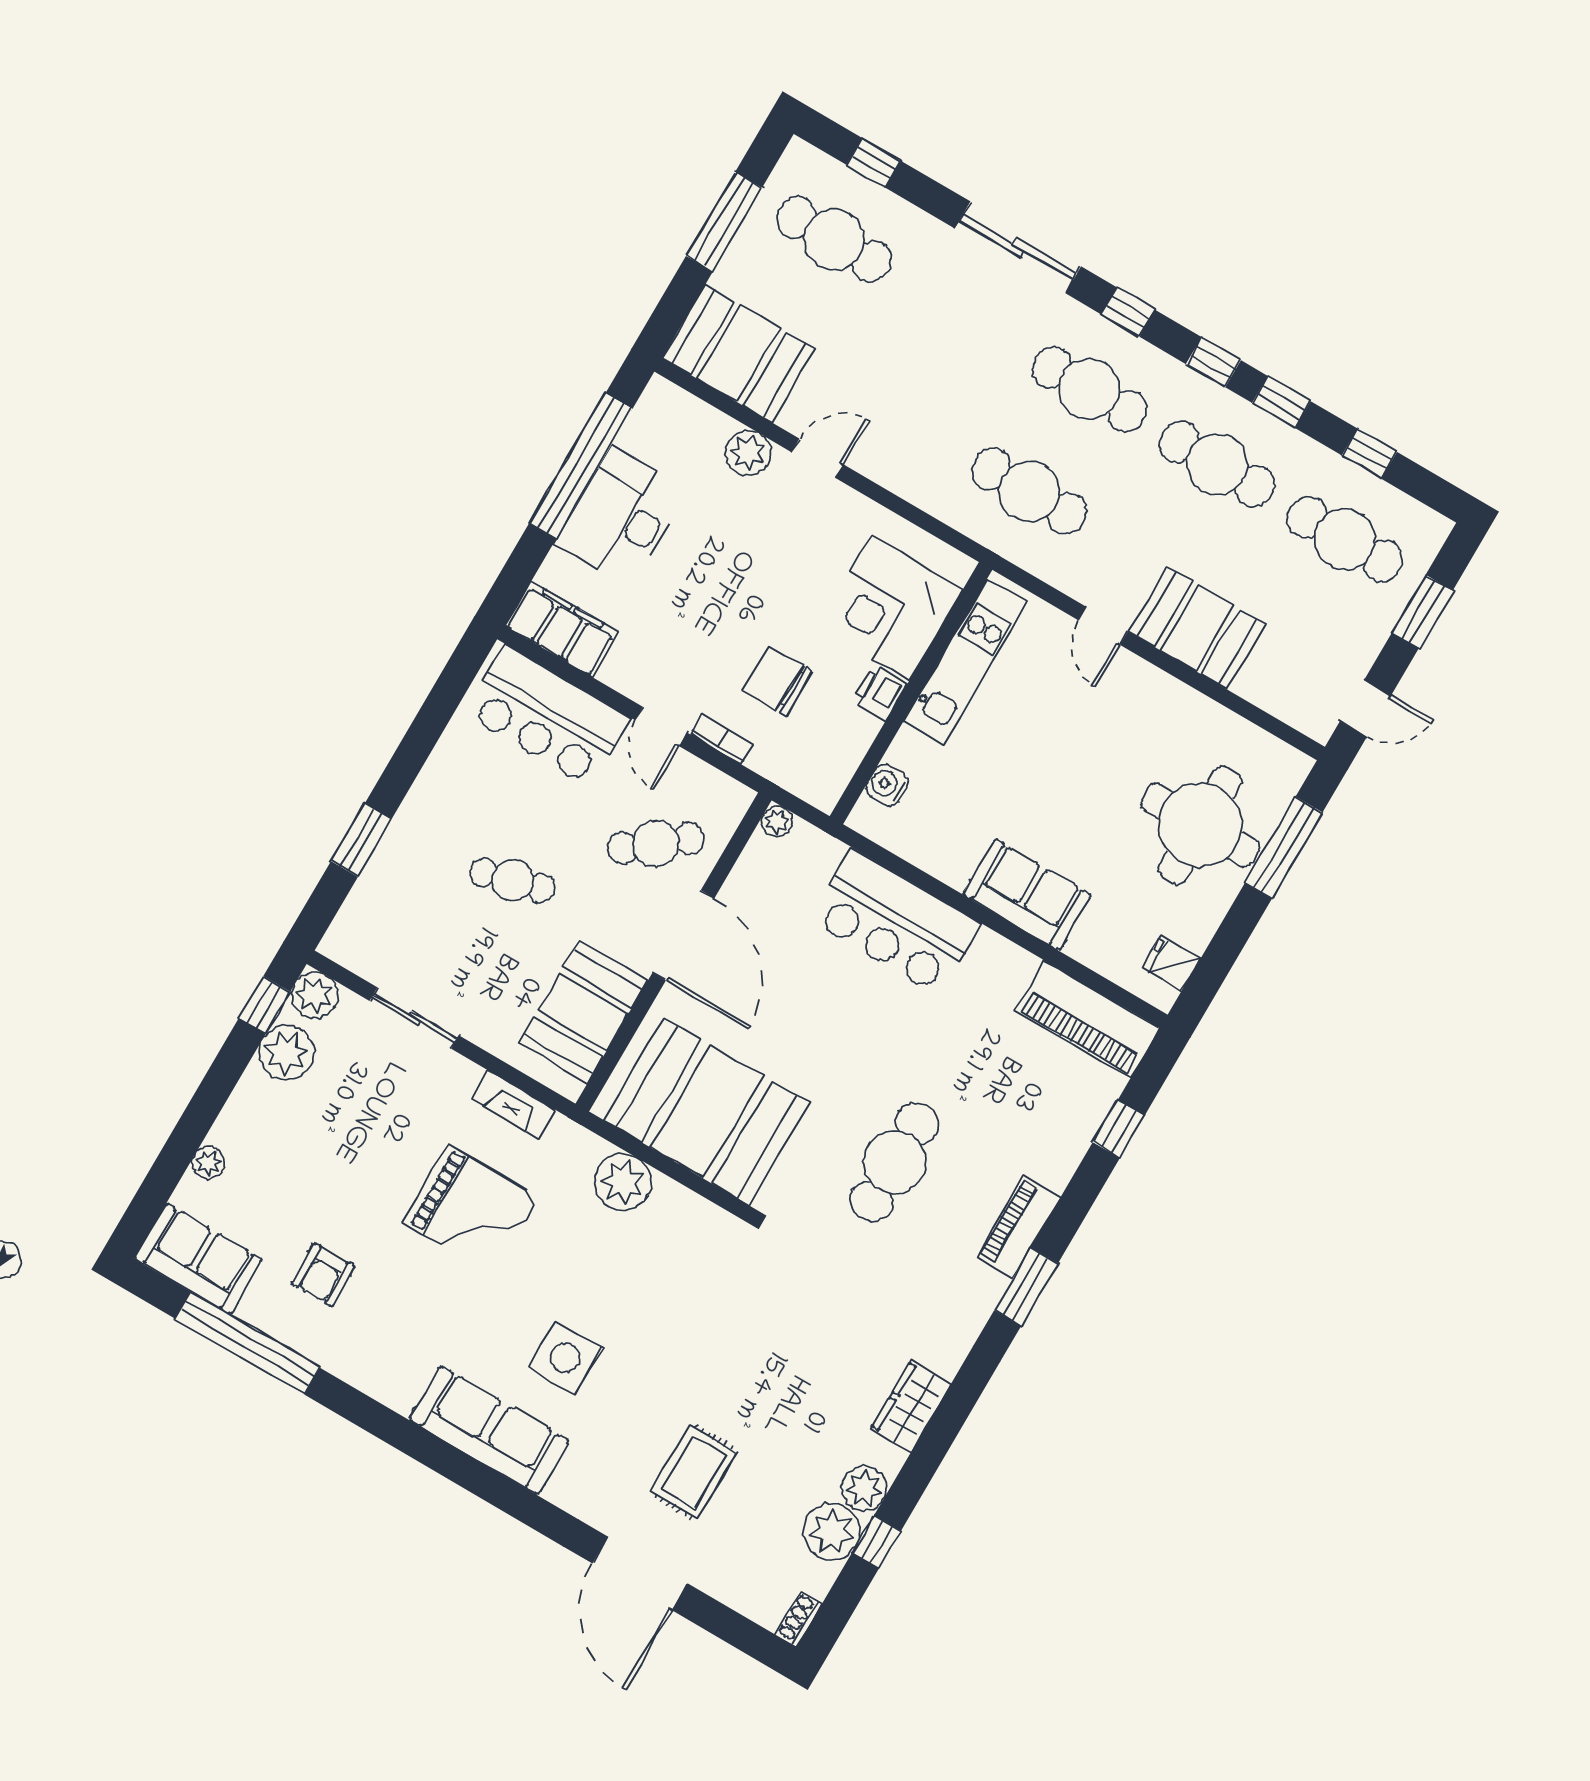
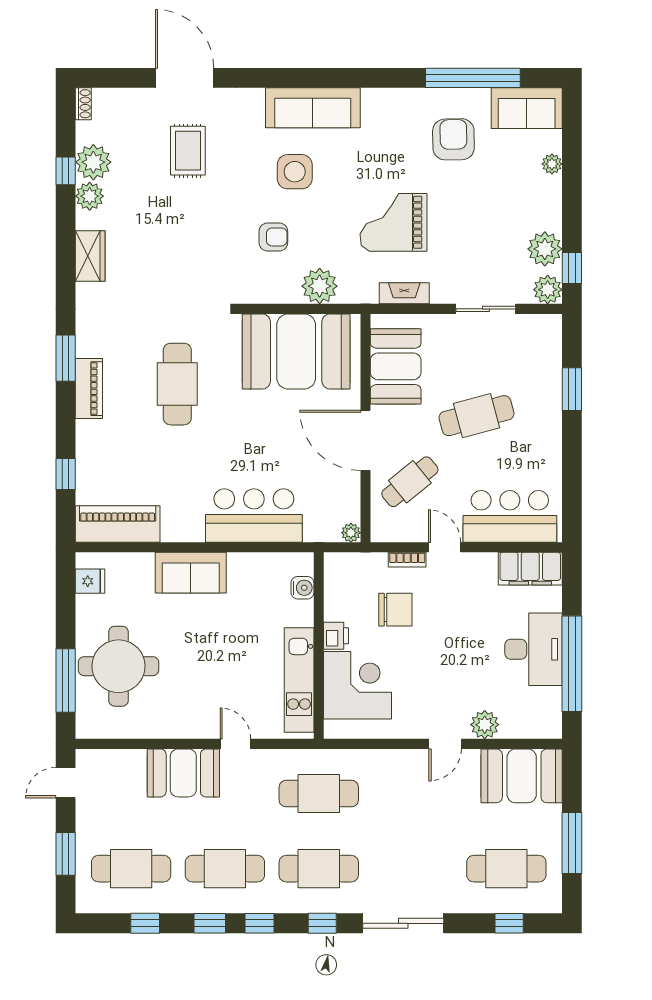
cafe table: (512, 880) -> (477, 416), width x1.37, depth x1.35
armchair: (323, 1275) -> (453, 139), width x1.38, depth x1.38
armchair: (646, 1286) -> (273, 237), added

